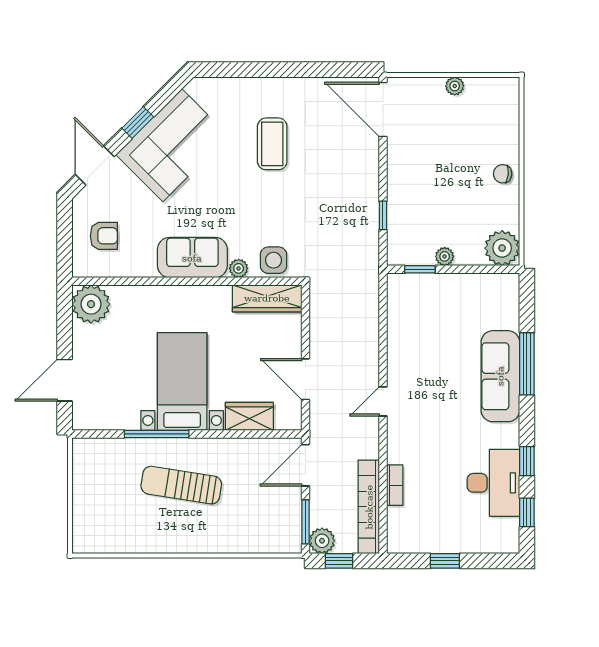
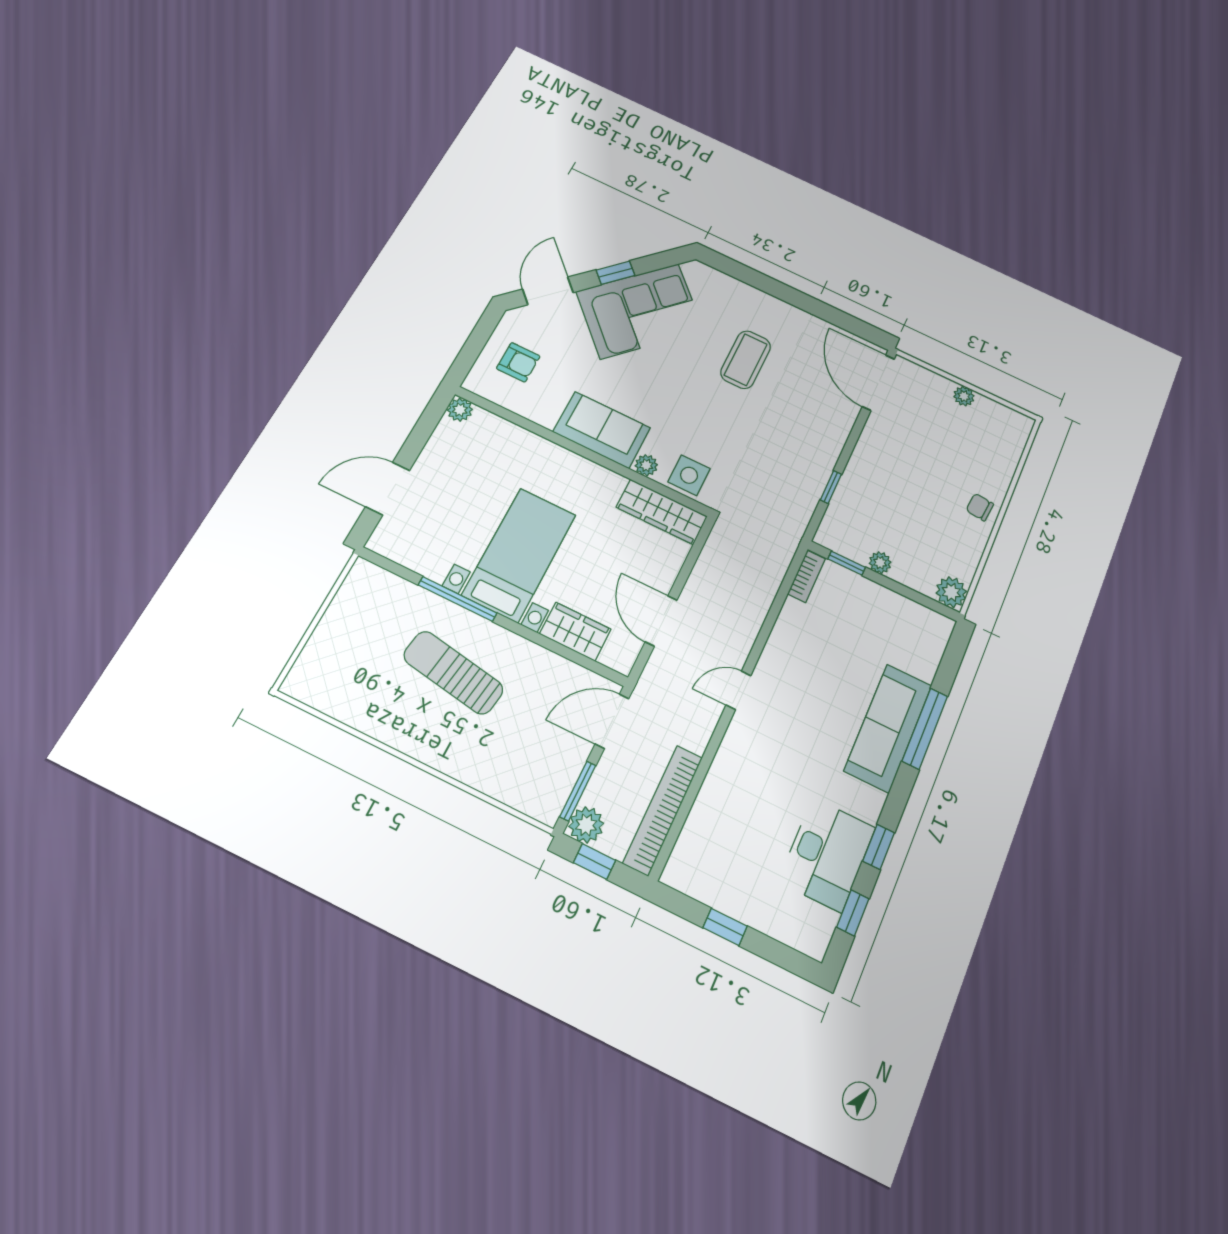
plant: (502, 248) -> (951, 592), width x0.73, depth x0.73
plant: (91, 304) -> (460, 410), width x0.53, depth x0.53
bookcase: (395, 485) -> (806, 576), moved

